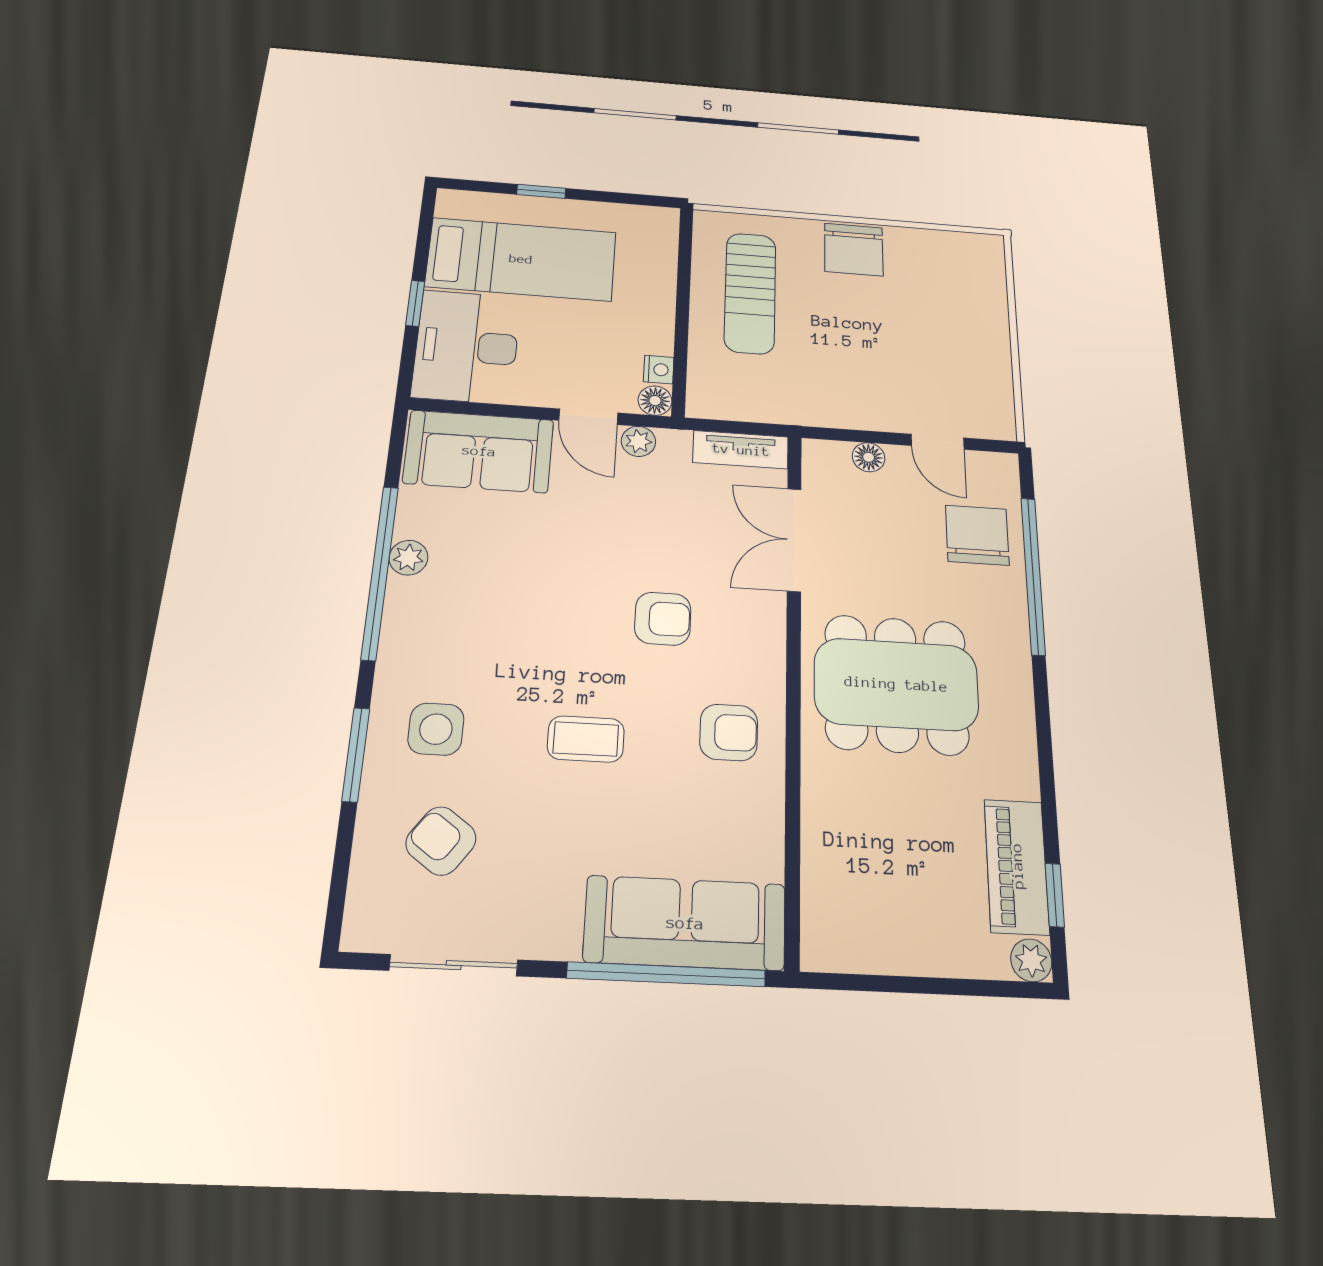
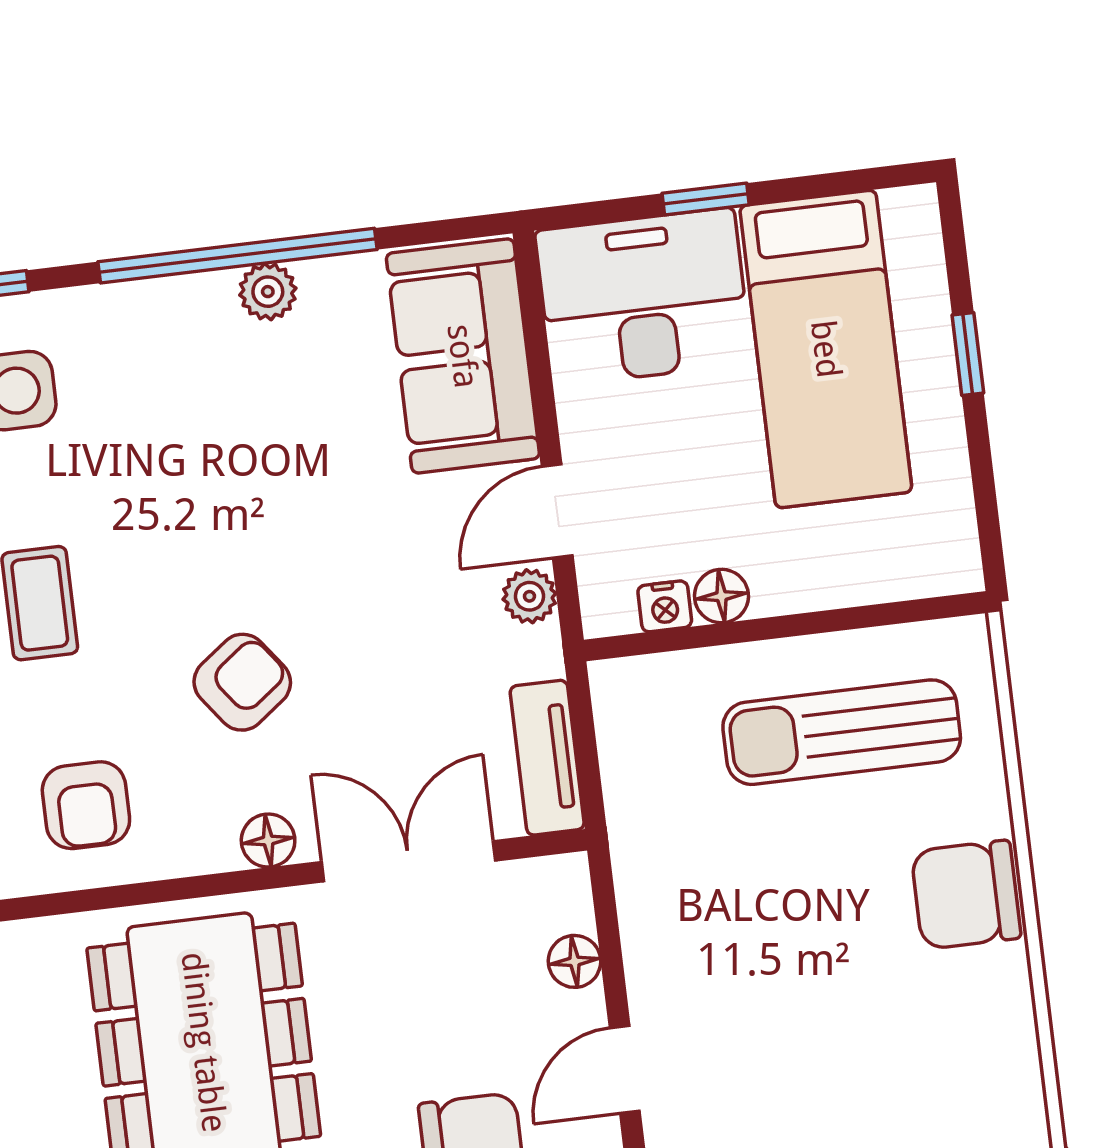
floor lamp: (655, 401) -> (721, 596), moved
armchair: (663, 619) -> (242, 682), turned -127
floor lamp: (769, 621) -> (268, 841), added

